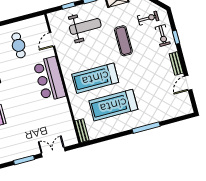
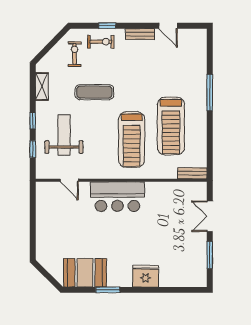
cafe table: (19, 45) -> (66, 224), removed

